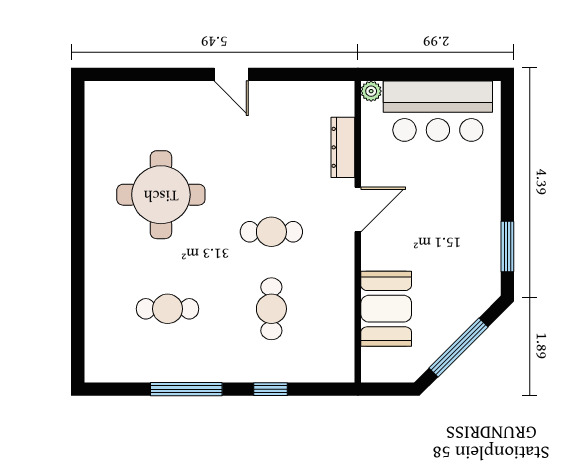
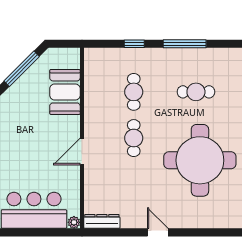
dresser: (343, 147) -> (102, 221), moved, turned -90
round table: (161, 195) -> (200, 160), width x1.36, depth x1.36
cafe table: (271, 232) -> (134, 138), turned 90

